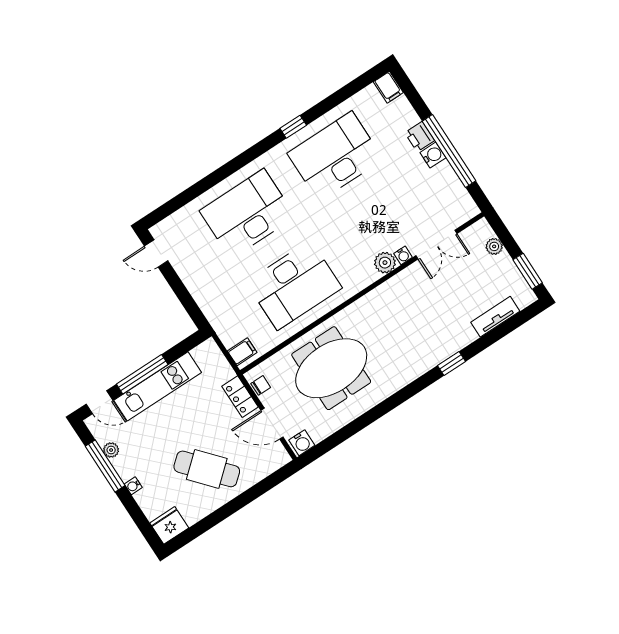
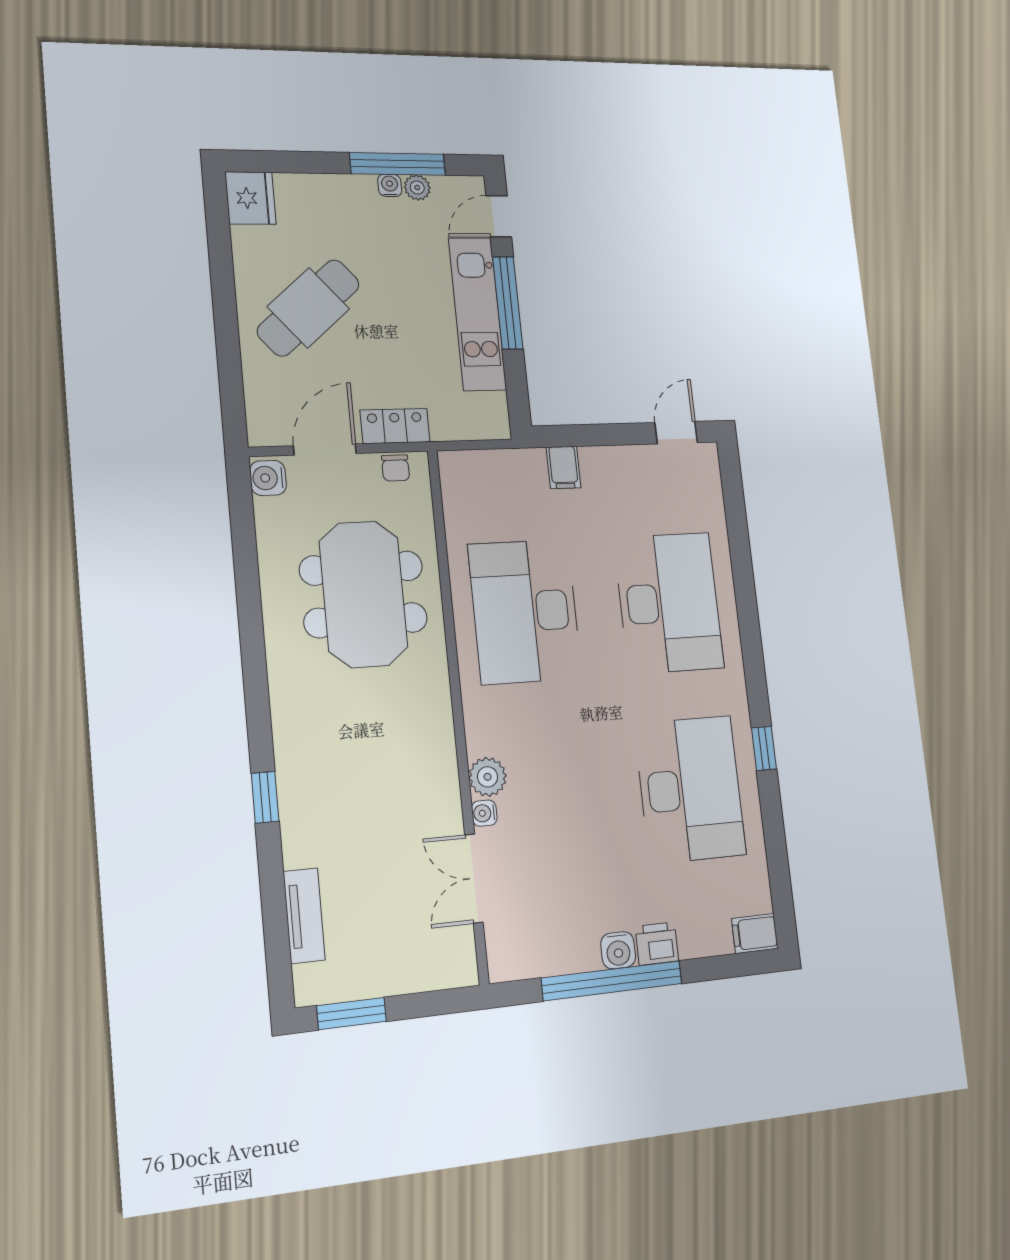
plant: (494, 246) -> (422, 976), removed
filing cabinet: (242, 352) -> (564, 467), moved
water cooler: (133, 486) -> (390, 185), moved

